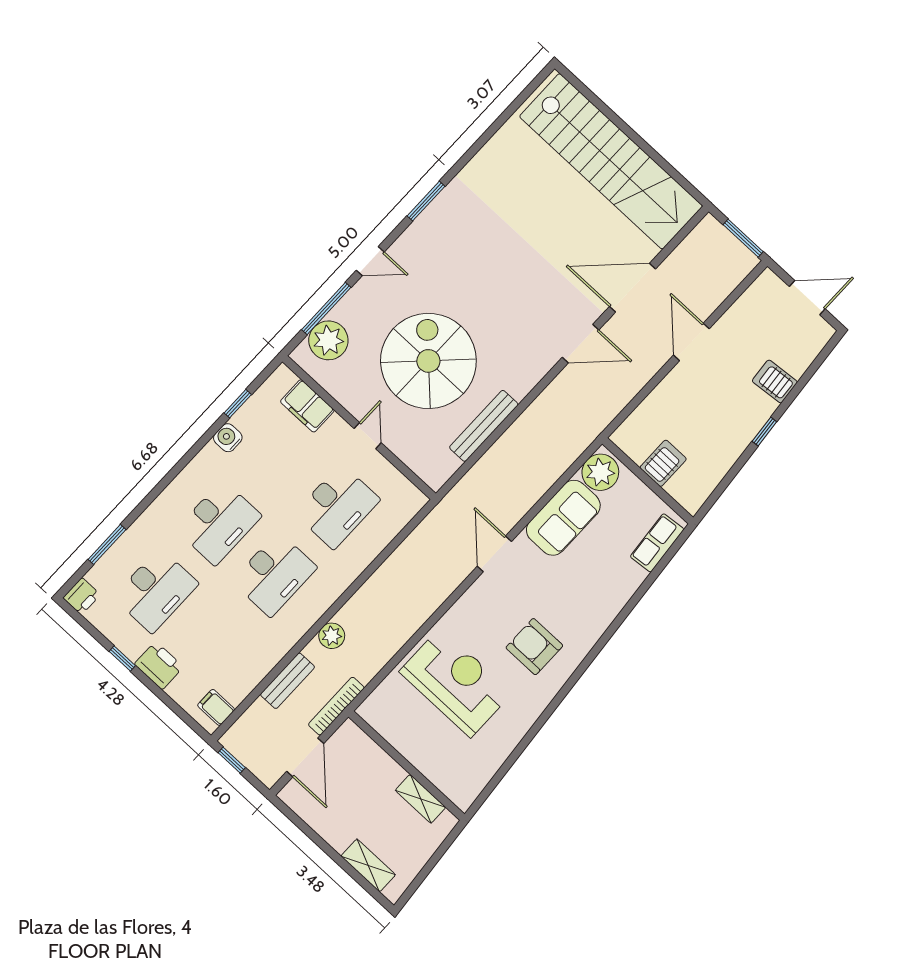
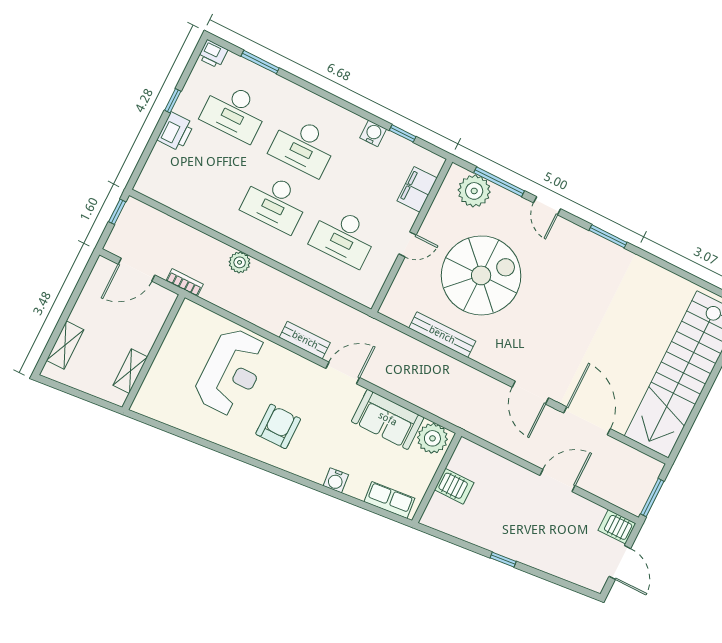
server rack: (775, 381) -> (617, 527), moved, turned -85
water cooler: (616, 598) -> (336, 480), added
bench: (287, 681) -> (305, 340), moved
bookcase: (336, 706) -> (185, 282), width x0.64
filing cabinet: (216, 707) -> (156, 187), removed

